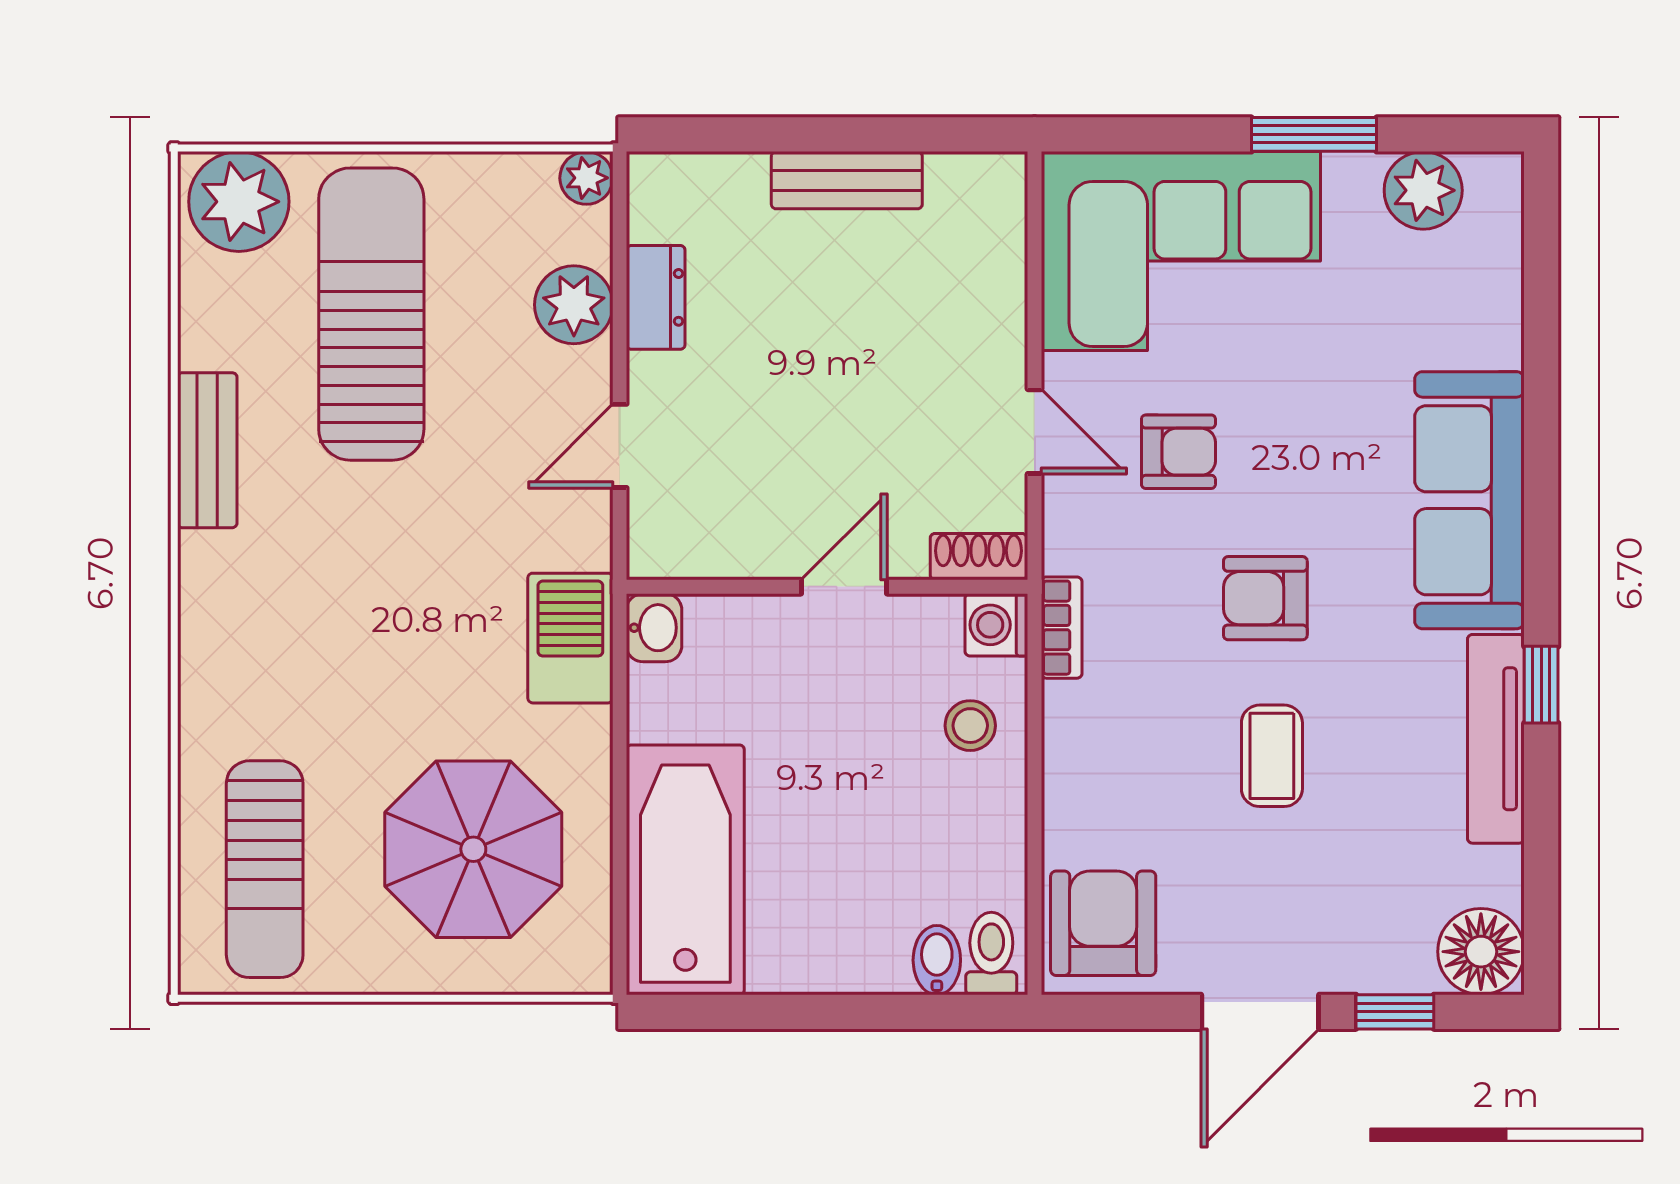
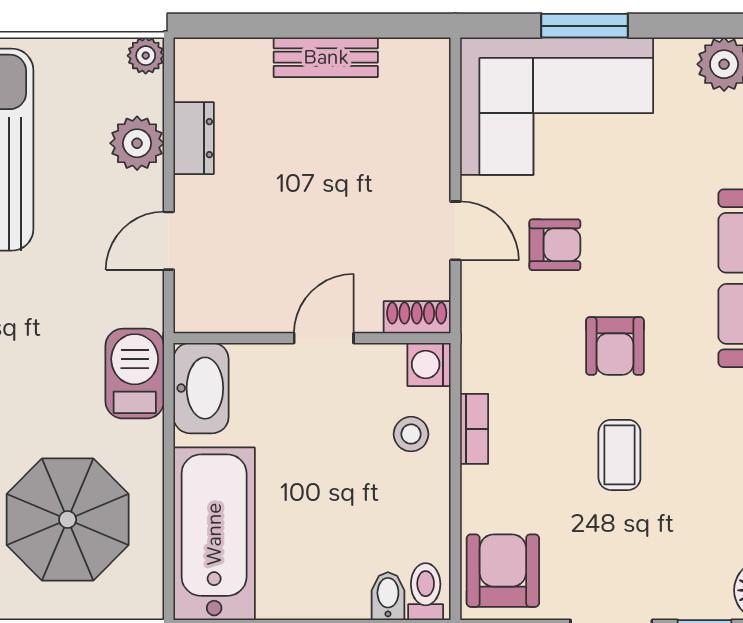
window: (1314, 134) -> (585, 26), moved
armchair: (1265, 598) -> (615, 346), turned -90
washbasin: (654, 628) -> (201, 388), width x1.91, depth x1.45
bookcase: (1062, 628) -> (474, 429), moved

